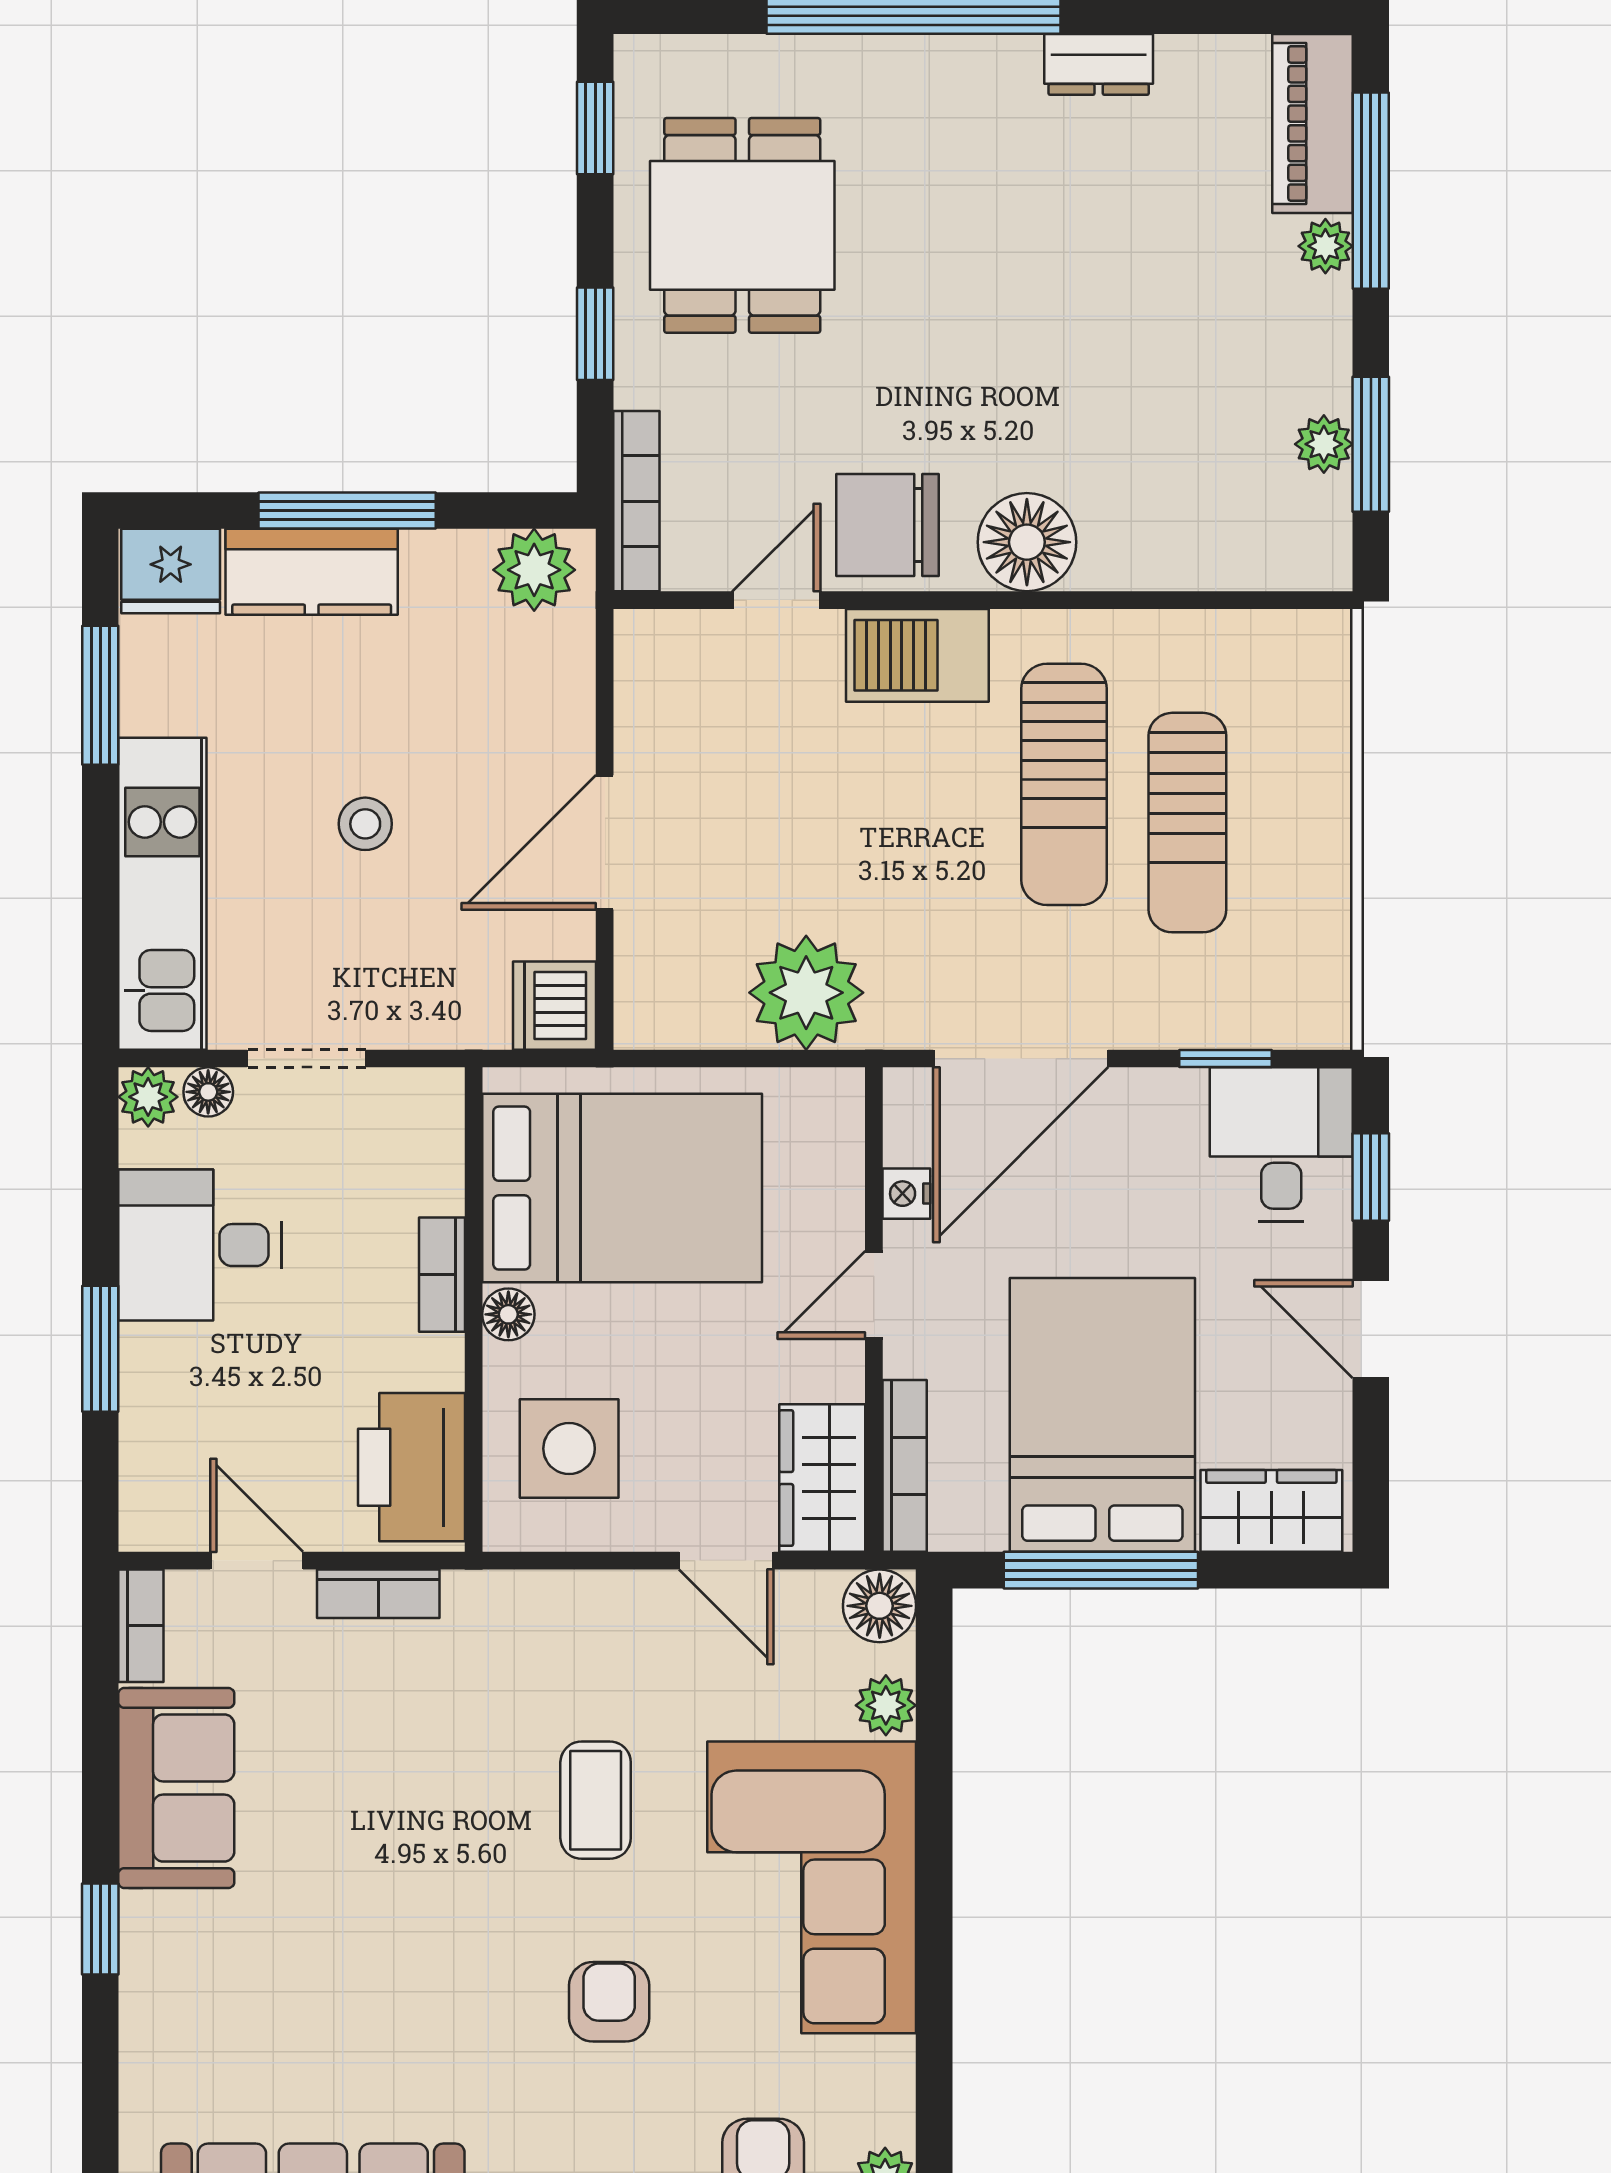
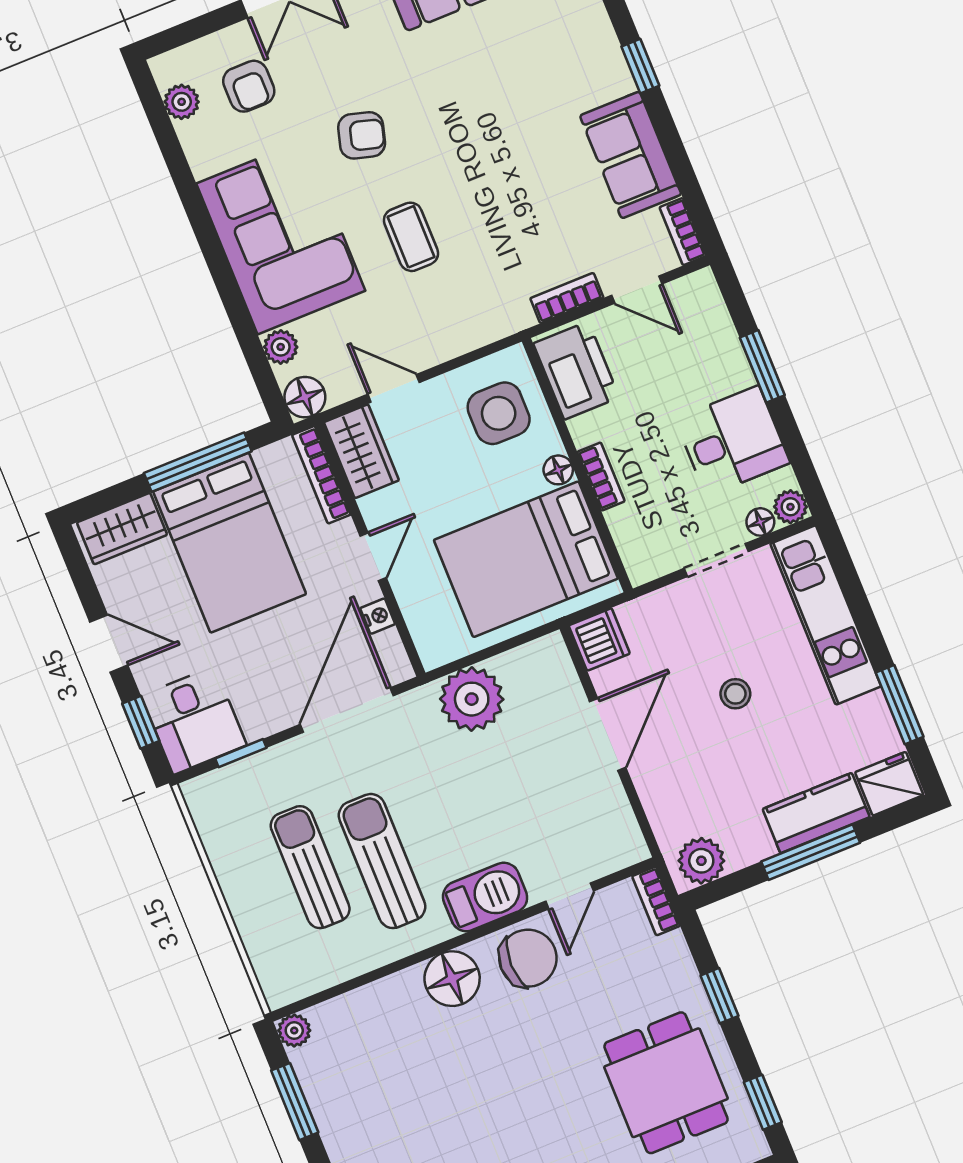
plant: (1324, 444) -> (294, 1030), moved
bookcase: (636, 501) -> (656, 901), width x0.64
armchair: (609, 2002) -> (362, 135), turned -74

